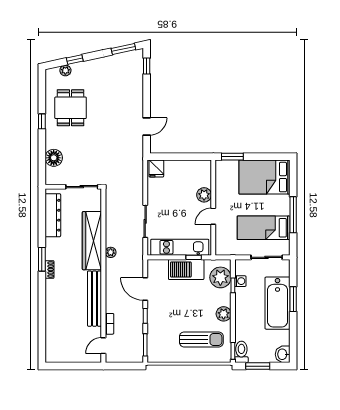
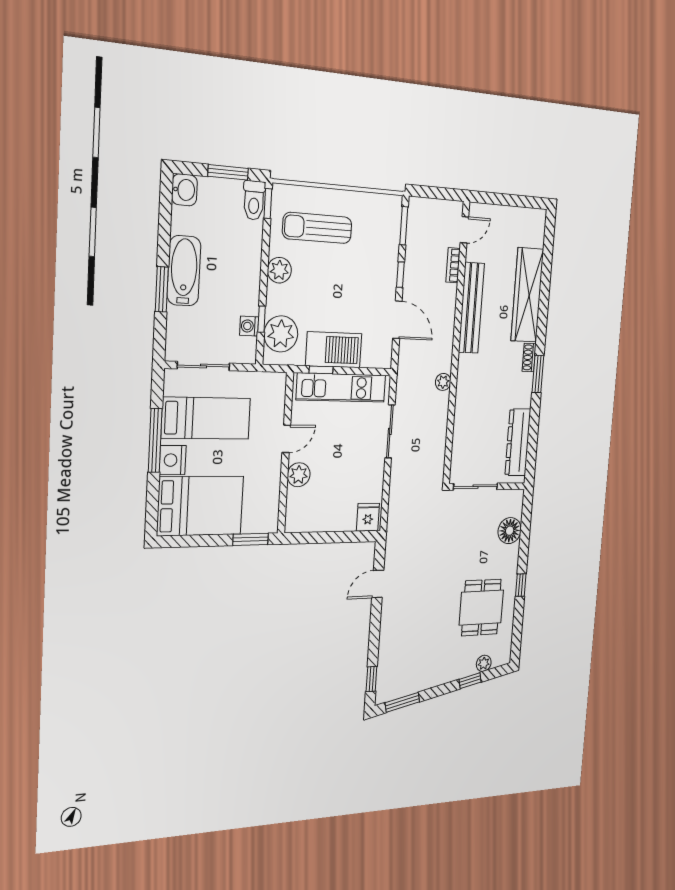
nightstand: (282, 204) -> (173, 460), added
wardrobe: (92, 241) -> (527, 295), moved, turned 180
bathtub: (277, 303) -> (184, 271), width x0.73, depth x0.73

